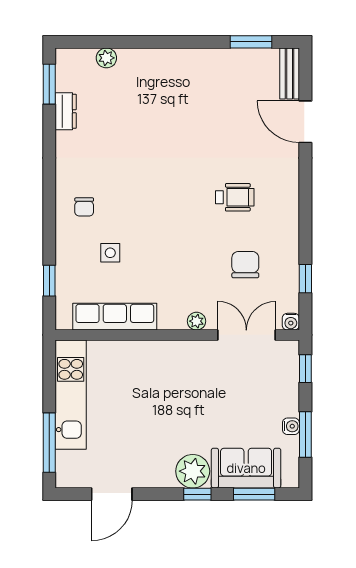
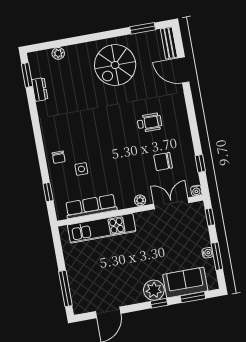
spiral stairs: (196, 94) -> (115, 65), added
chair: (84, 207) -> (59, 157), moved
chair: (245, 265) -> (163, 162), turned -90
kitchen unit: (71, 395) -> (102, 228), moved, turned 90

